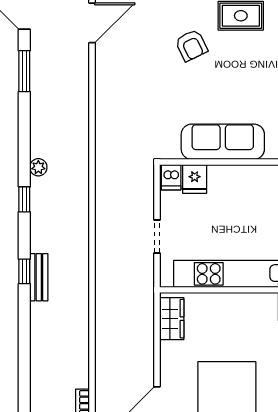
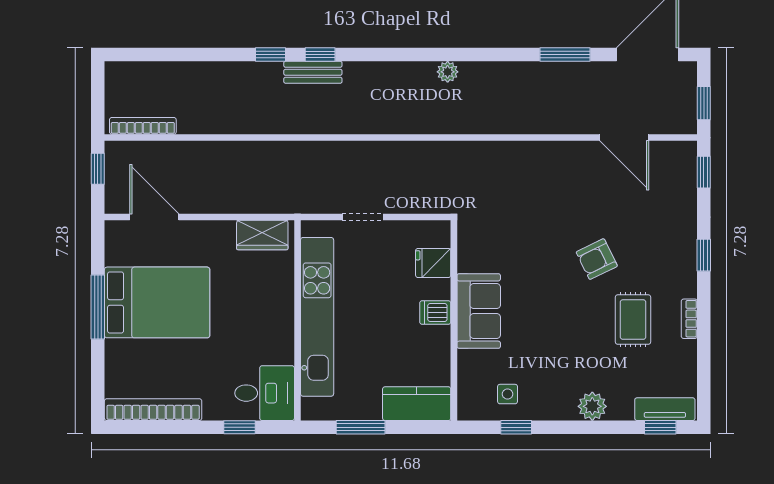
sofa: (223, 142) -> (479, 311), width x0.73
dishwasher: (171, 177) -> (435, 312), moved
window: (24, 199) -> (270, 55), moved

